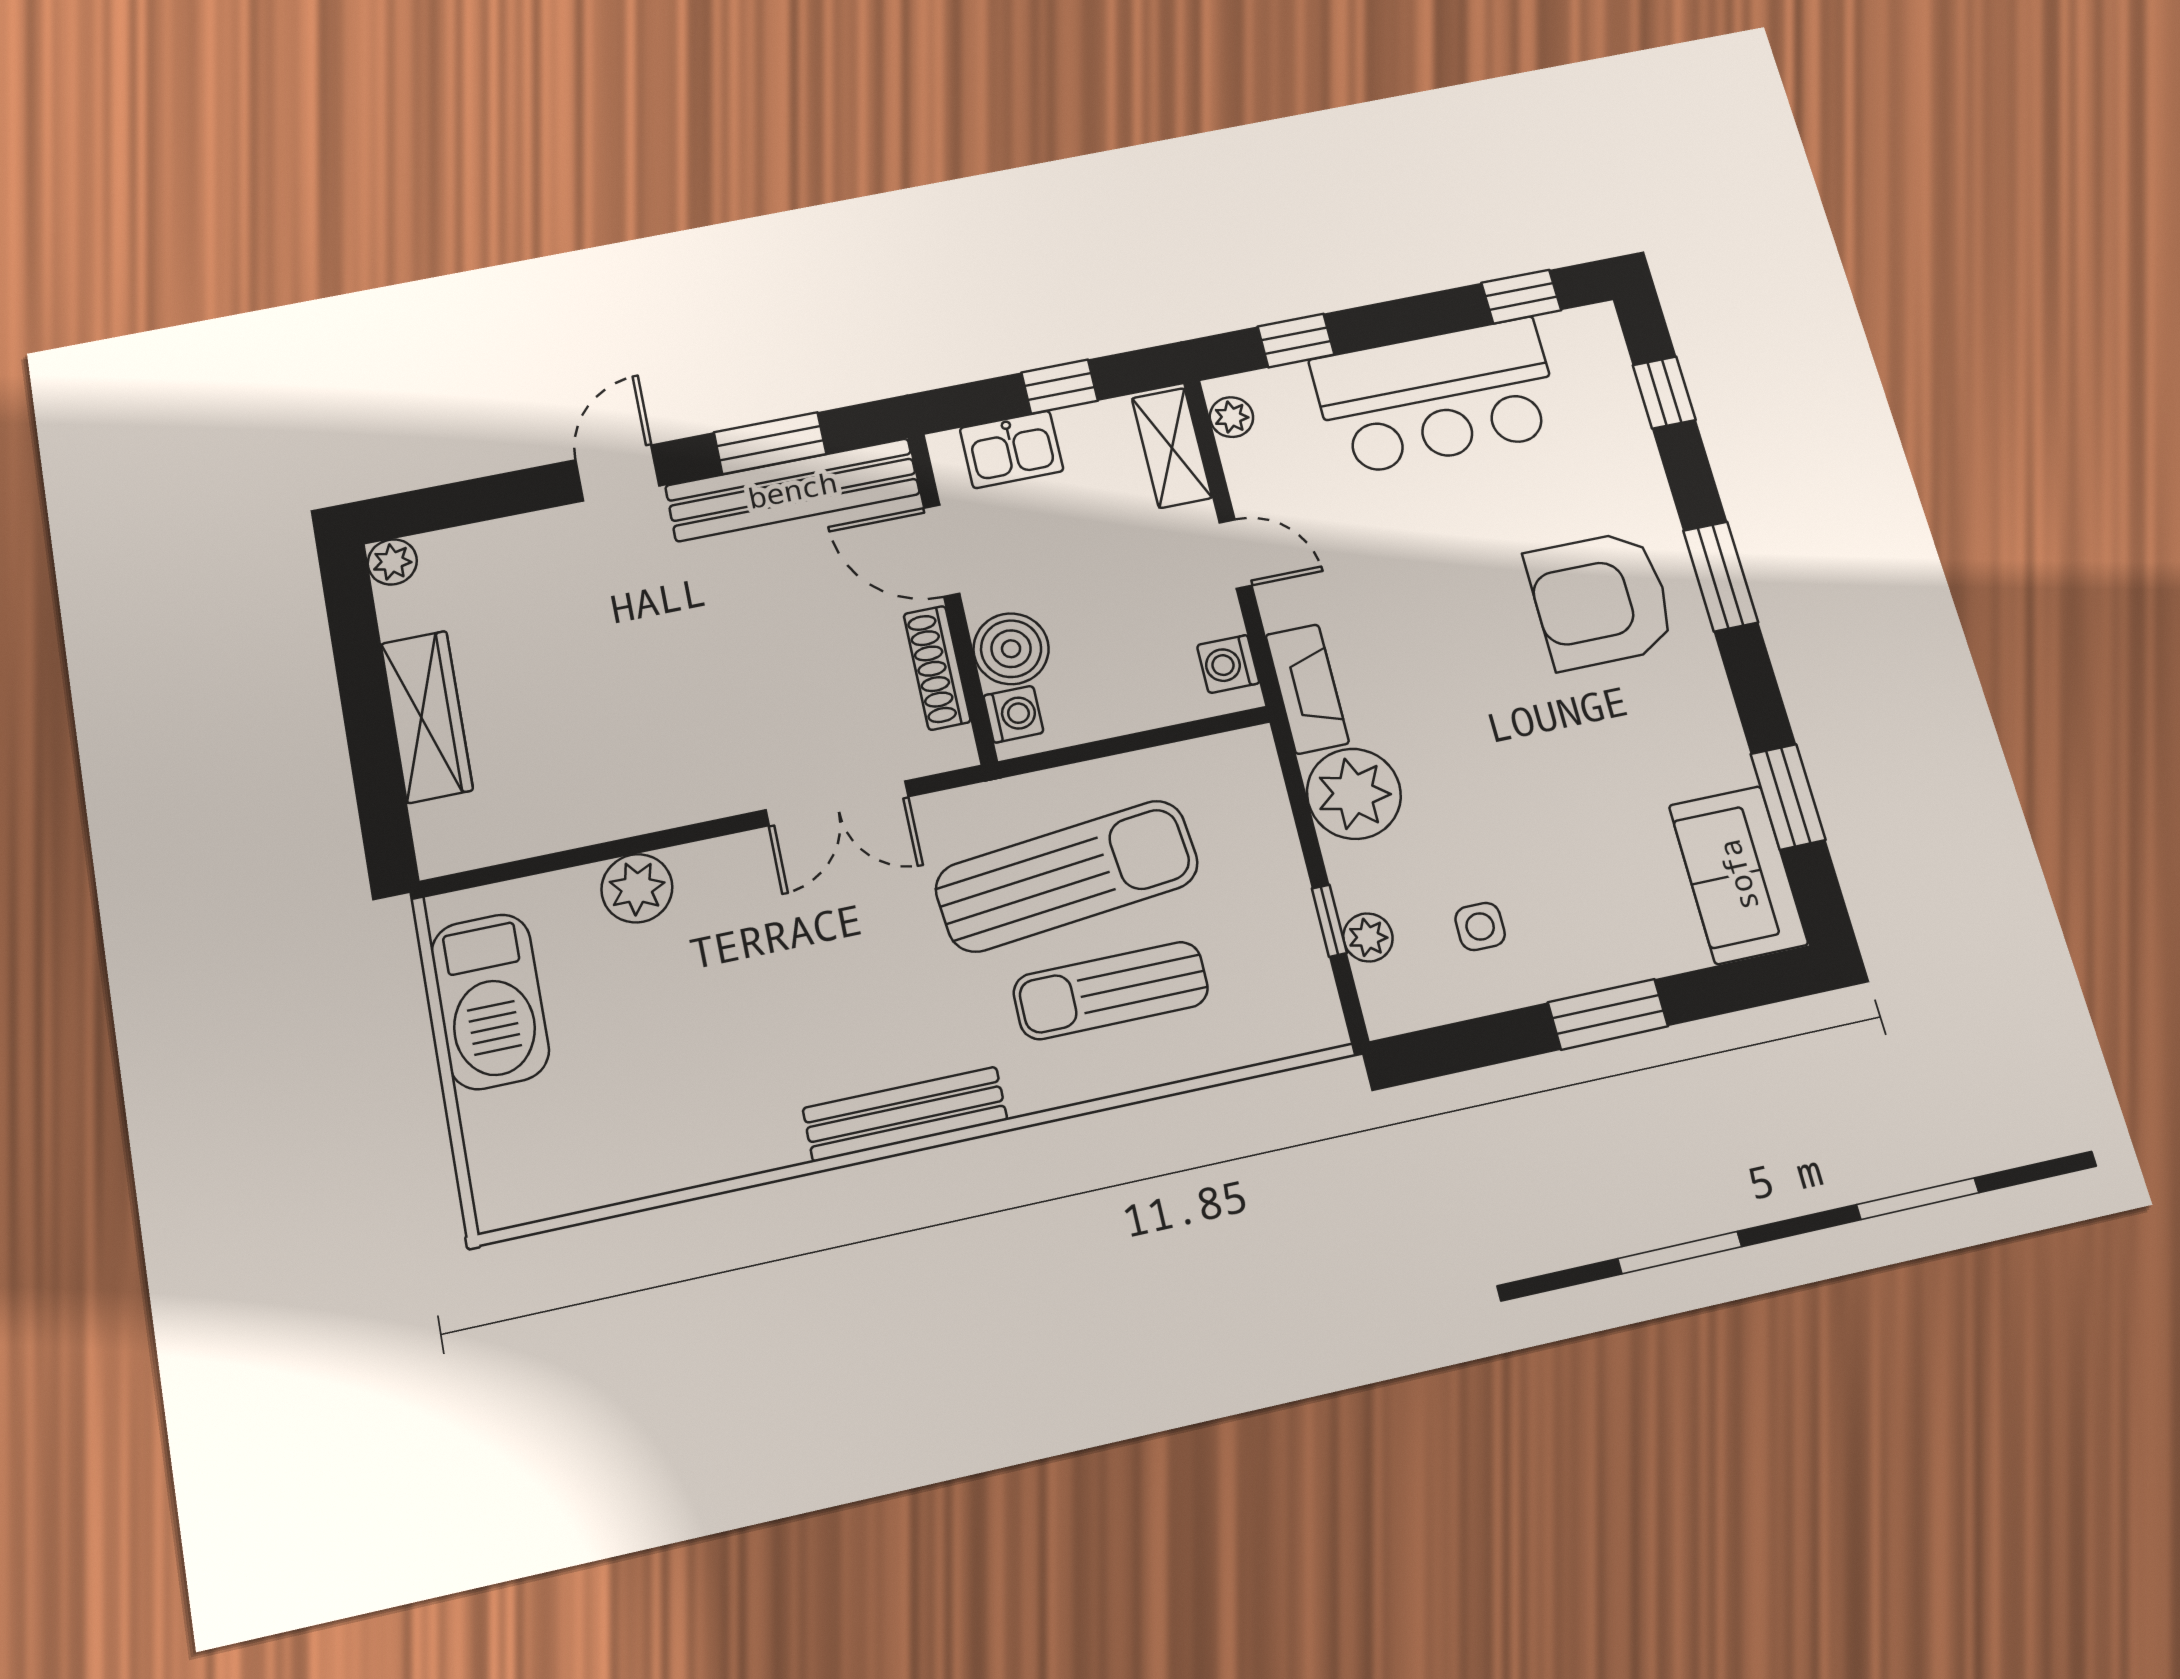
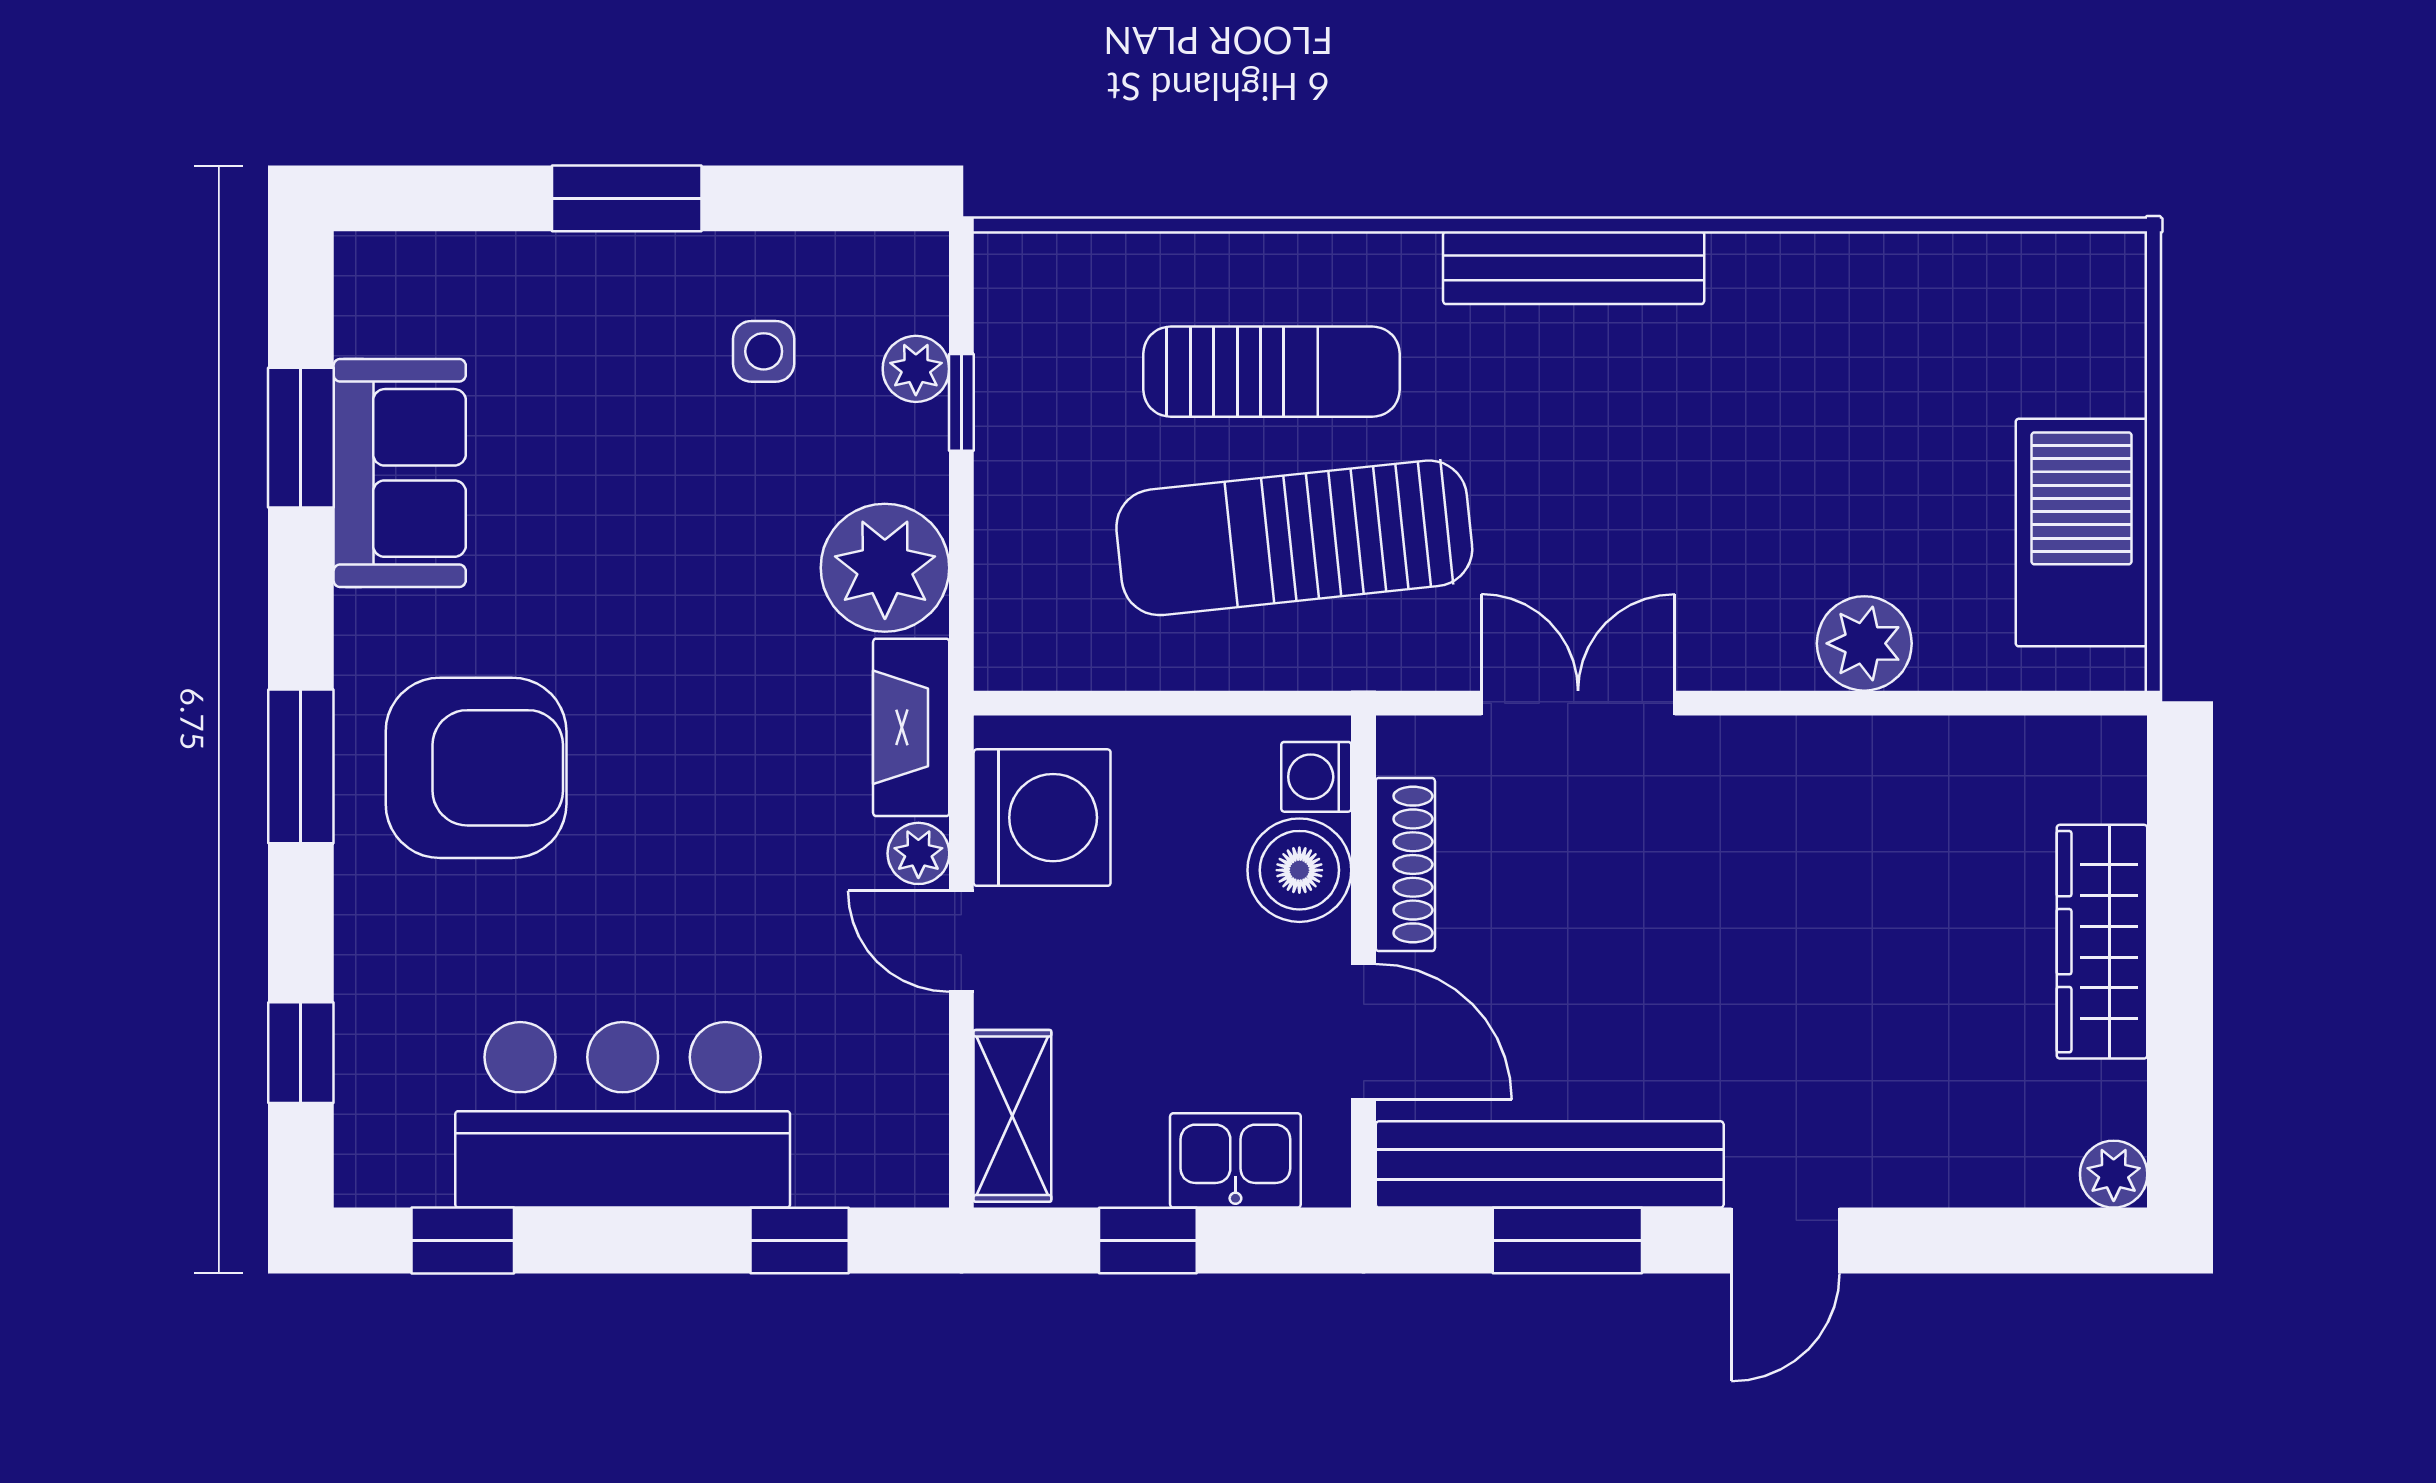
plant: (1231, 417) -> (918, 853), moved
washing machine: (1228, 664) -> (1042, 818), width x1.89, depth x1.89
sofa: (1738, 875) -> (400, 473), moved

